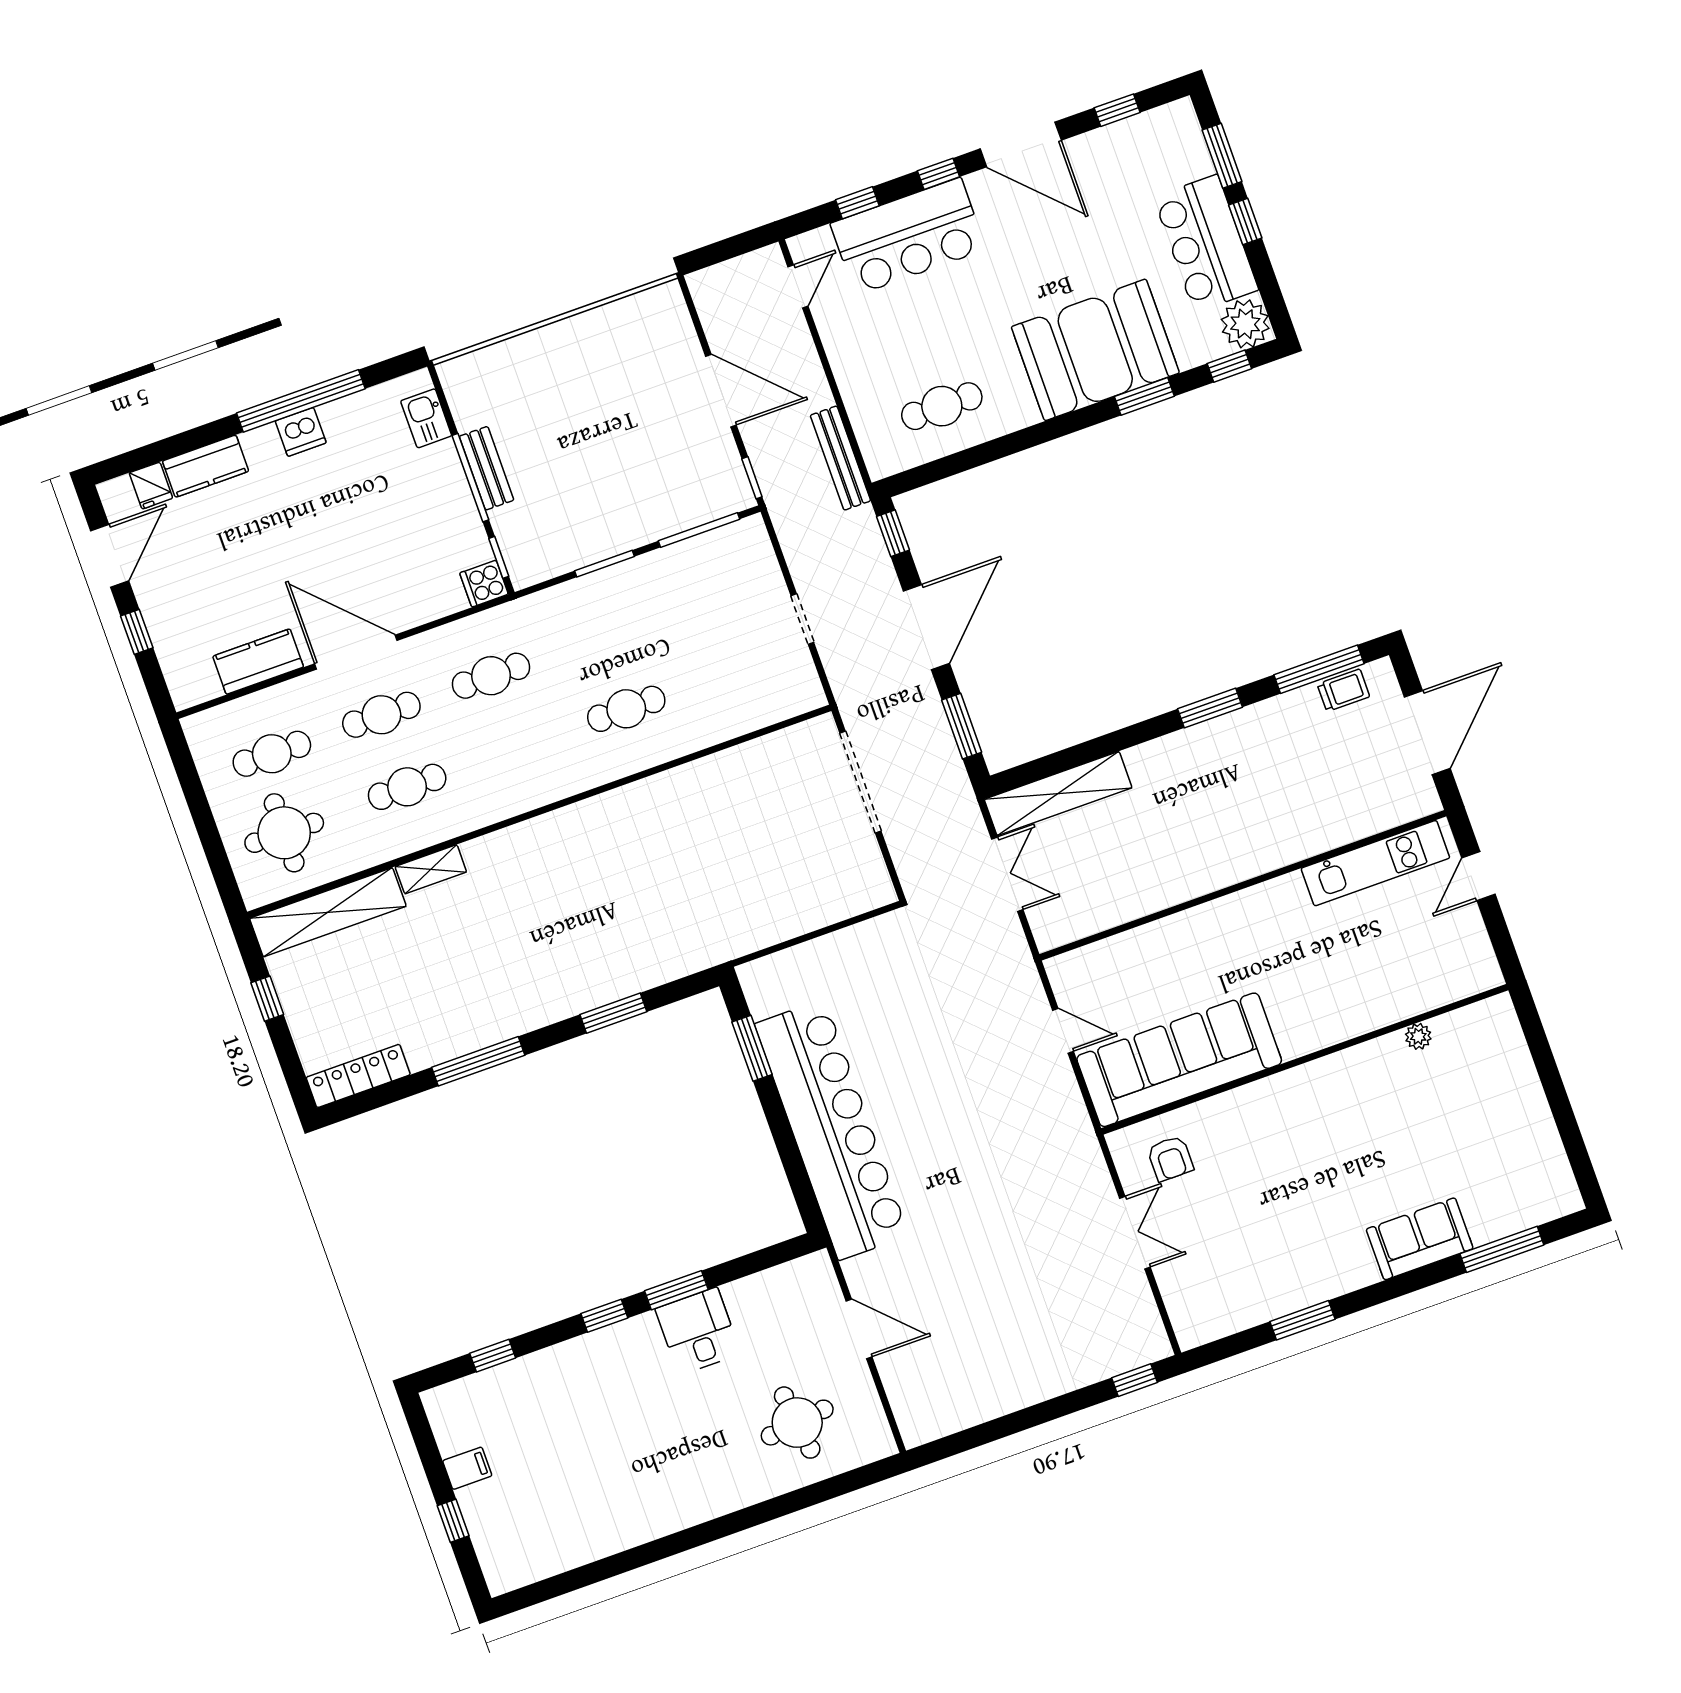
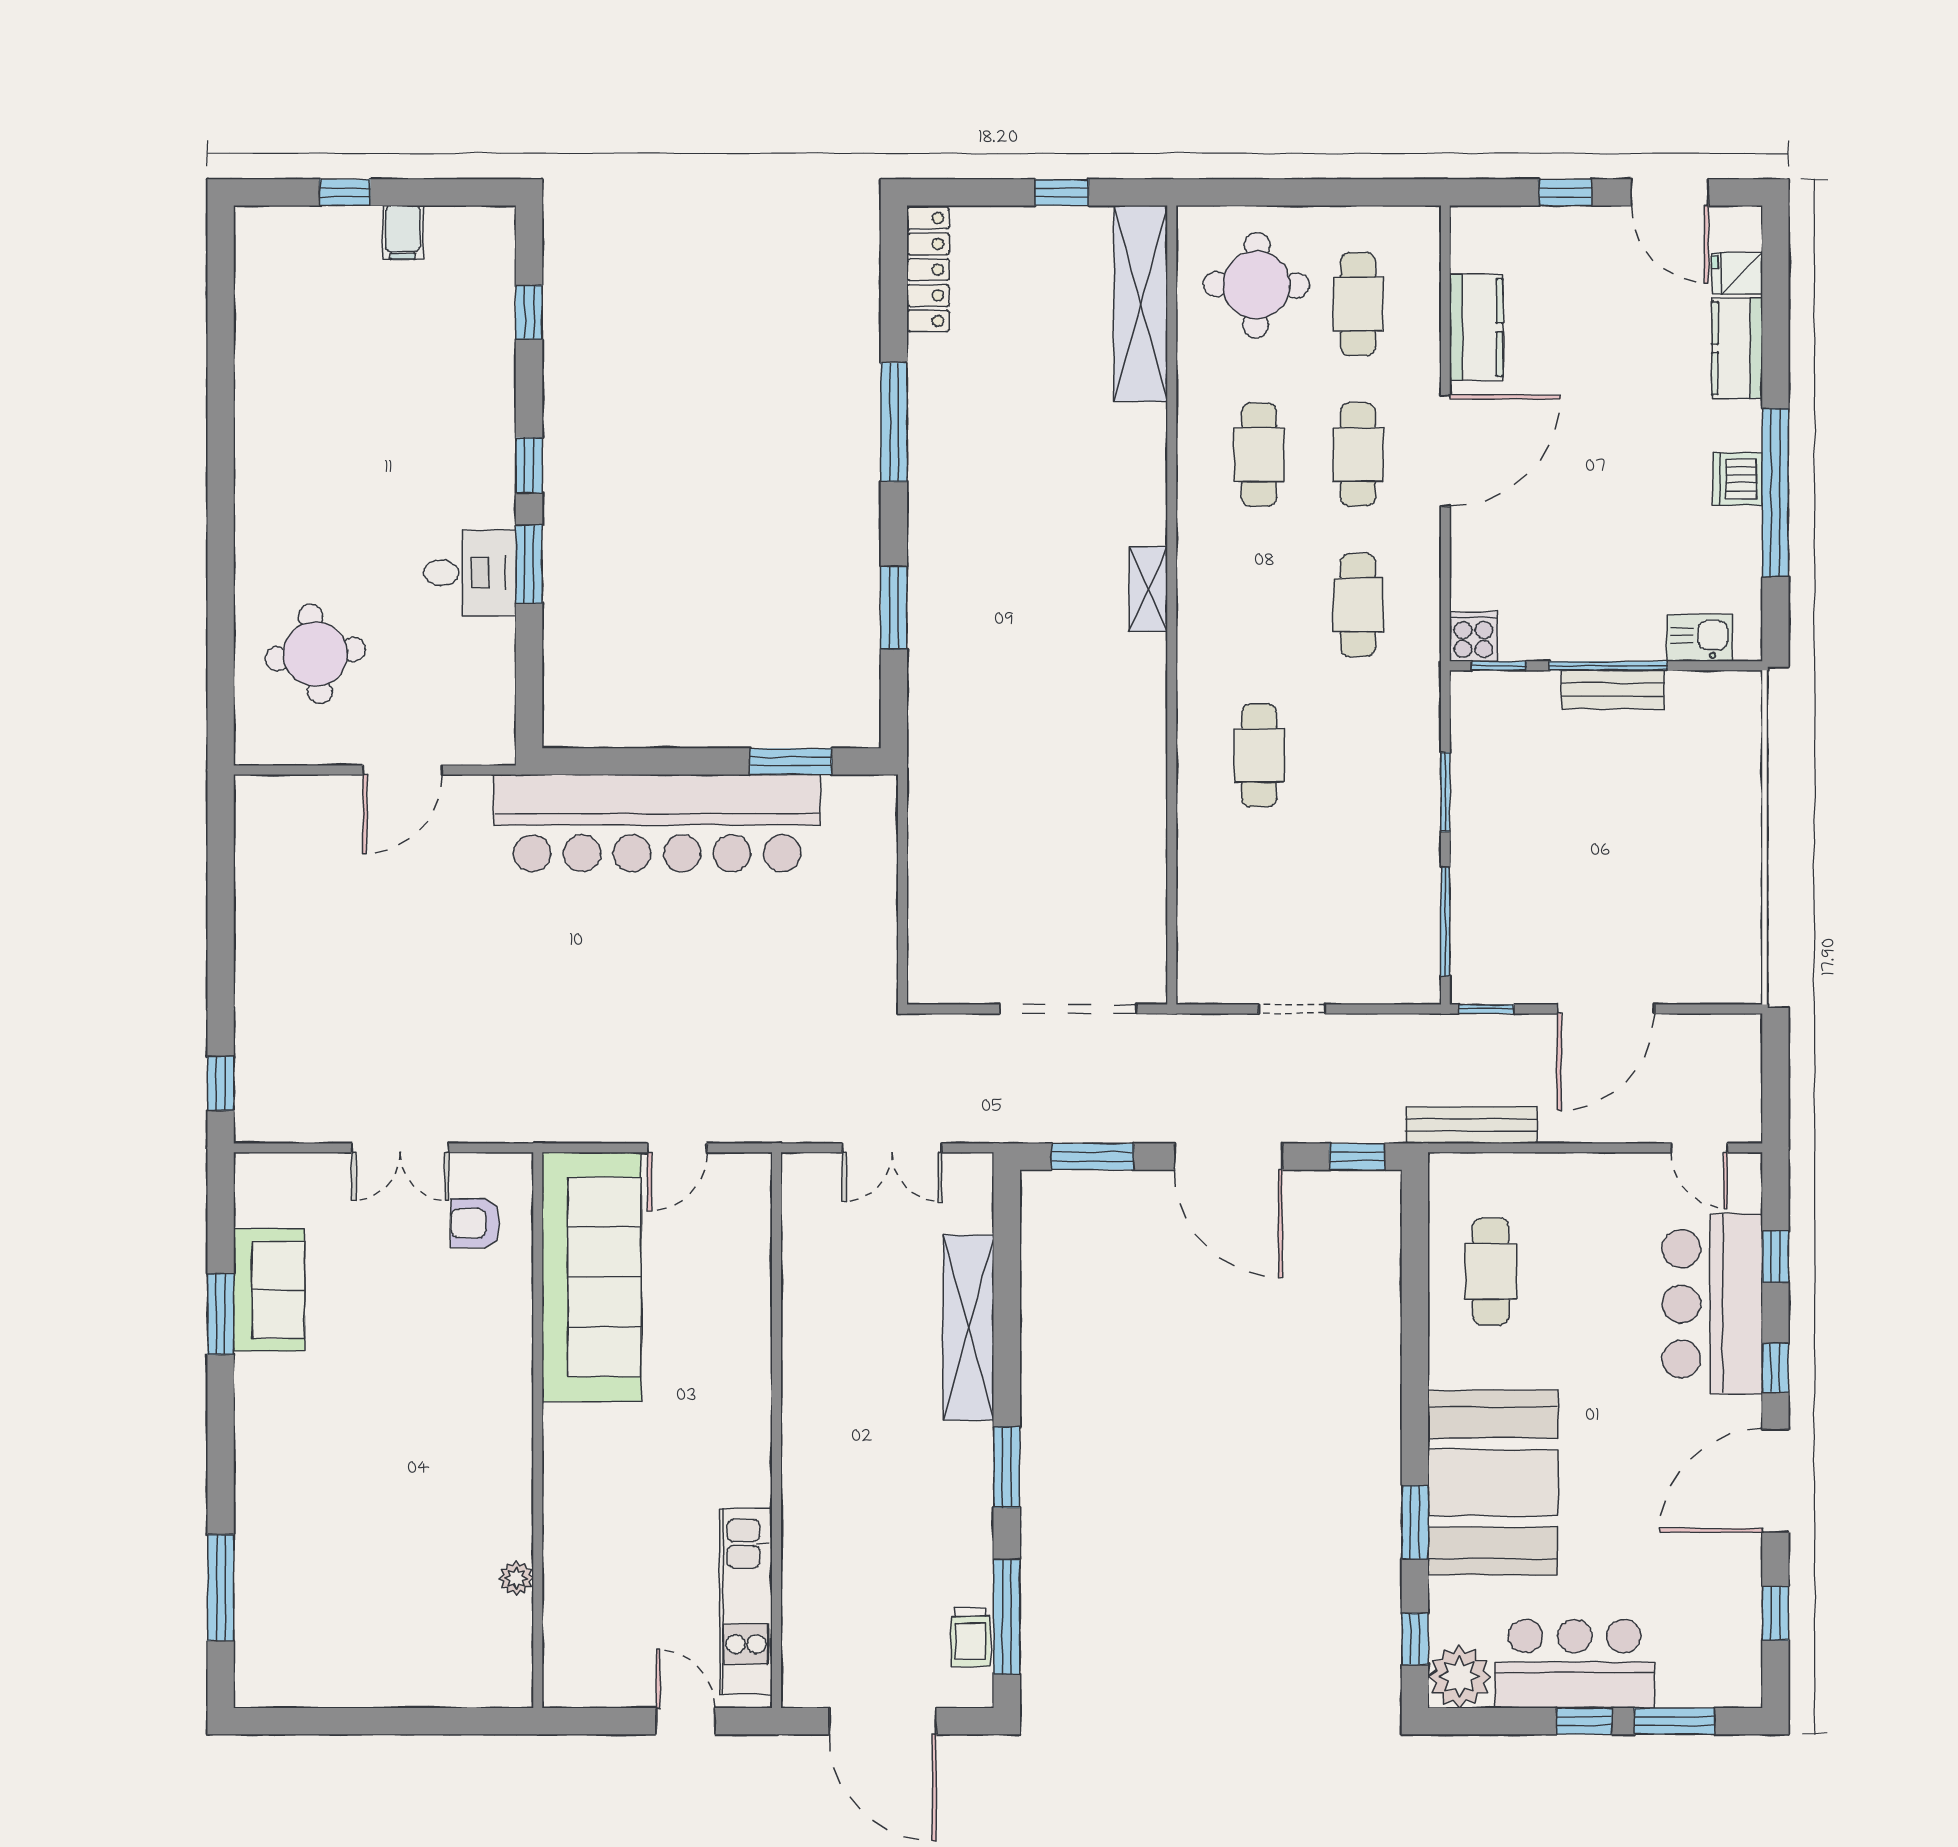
shelving: (1058, 794) -> (968, 1328), moved
shelving: (431, 869) -> (1148, 589), moved
sofa: (1420, 1239) -> (269, 1290), moved

